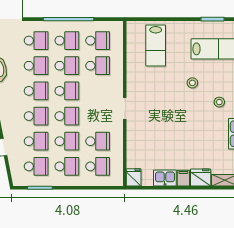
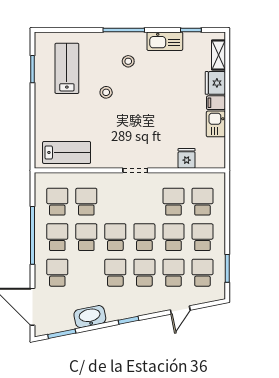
lab bench: (156, 45) -> (67, 152), moved
school desk: (36, 66) -> (86, 273), removed
fridge: (134, 177) -> (187, 158), moved, turned 90

